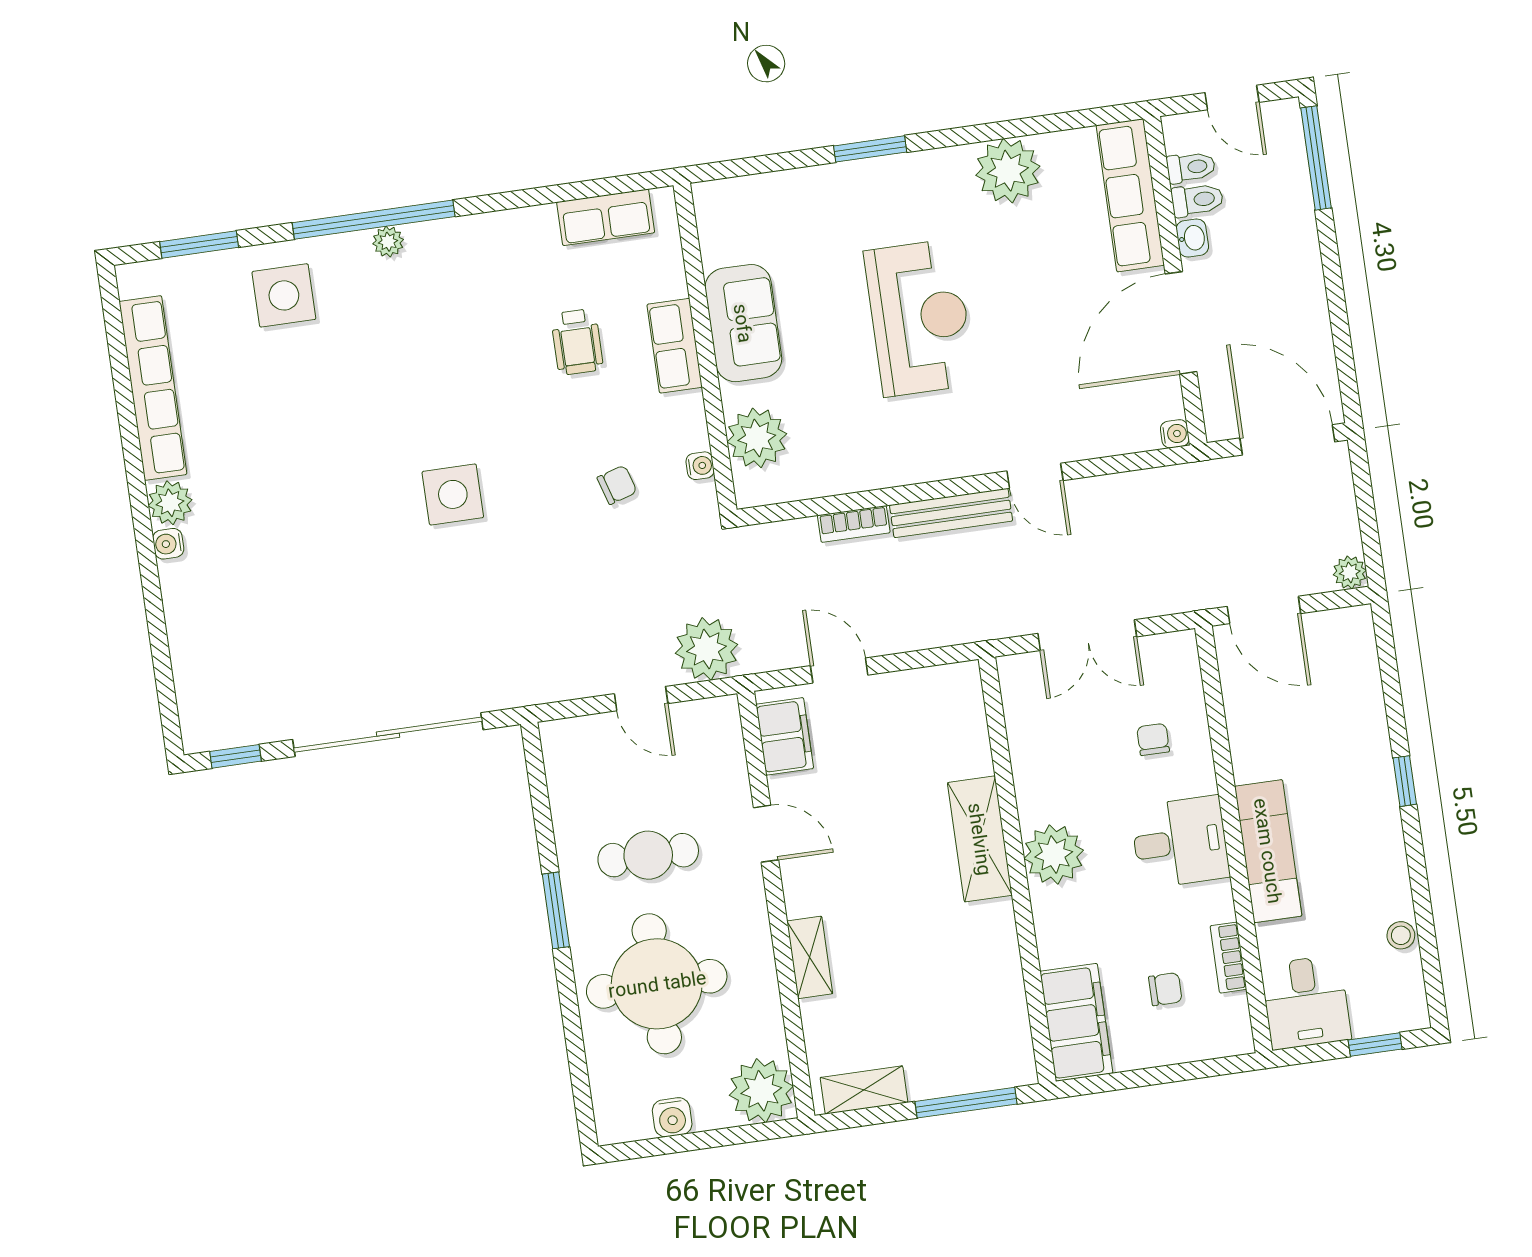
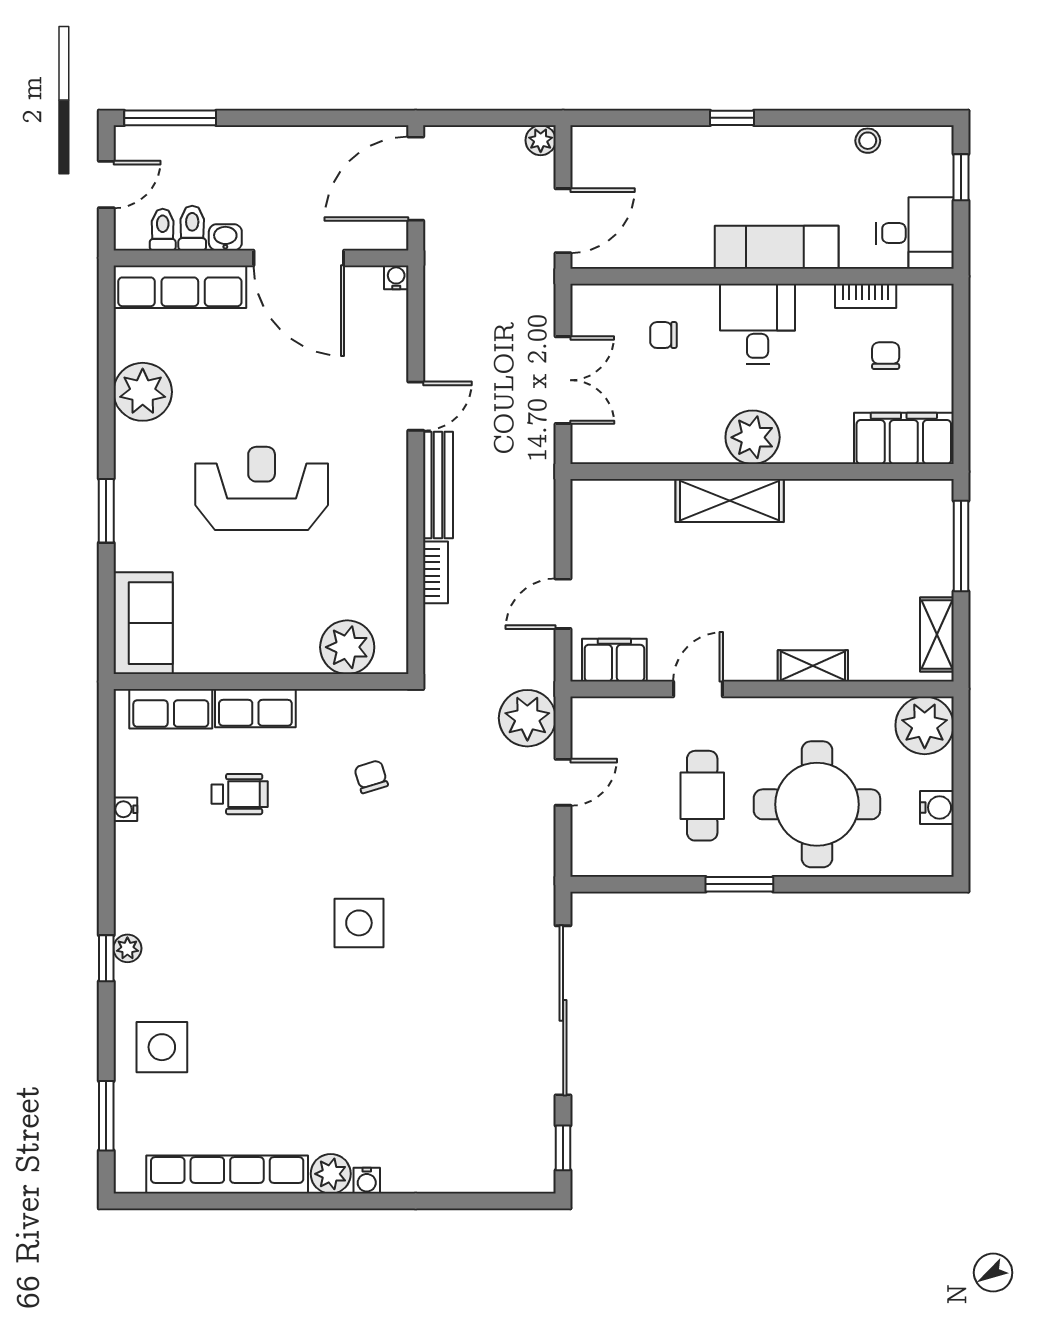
row of seats: (606, 217) -> (171, 709), moved, turned 90
window: (374, 220) -> (106, 958), width x0.32
sofa: (743, 323) -> (143, 623), moved, turned 90
water cooler: (700, 466) -> (125, 809), moved, turned -90

